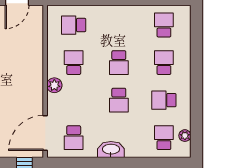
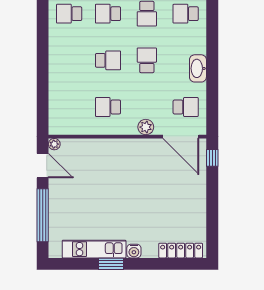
plant: (38, 11) -> (54, 144), added
school desk: (74, 25) -> (69, 107), removed
plant: (54, 85) -> (146, 127), moved
school desk: (119, 100) -> (147, 60), turned -90

